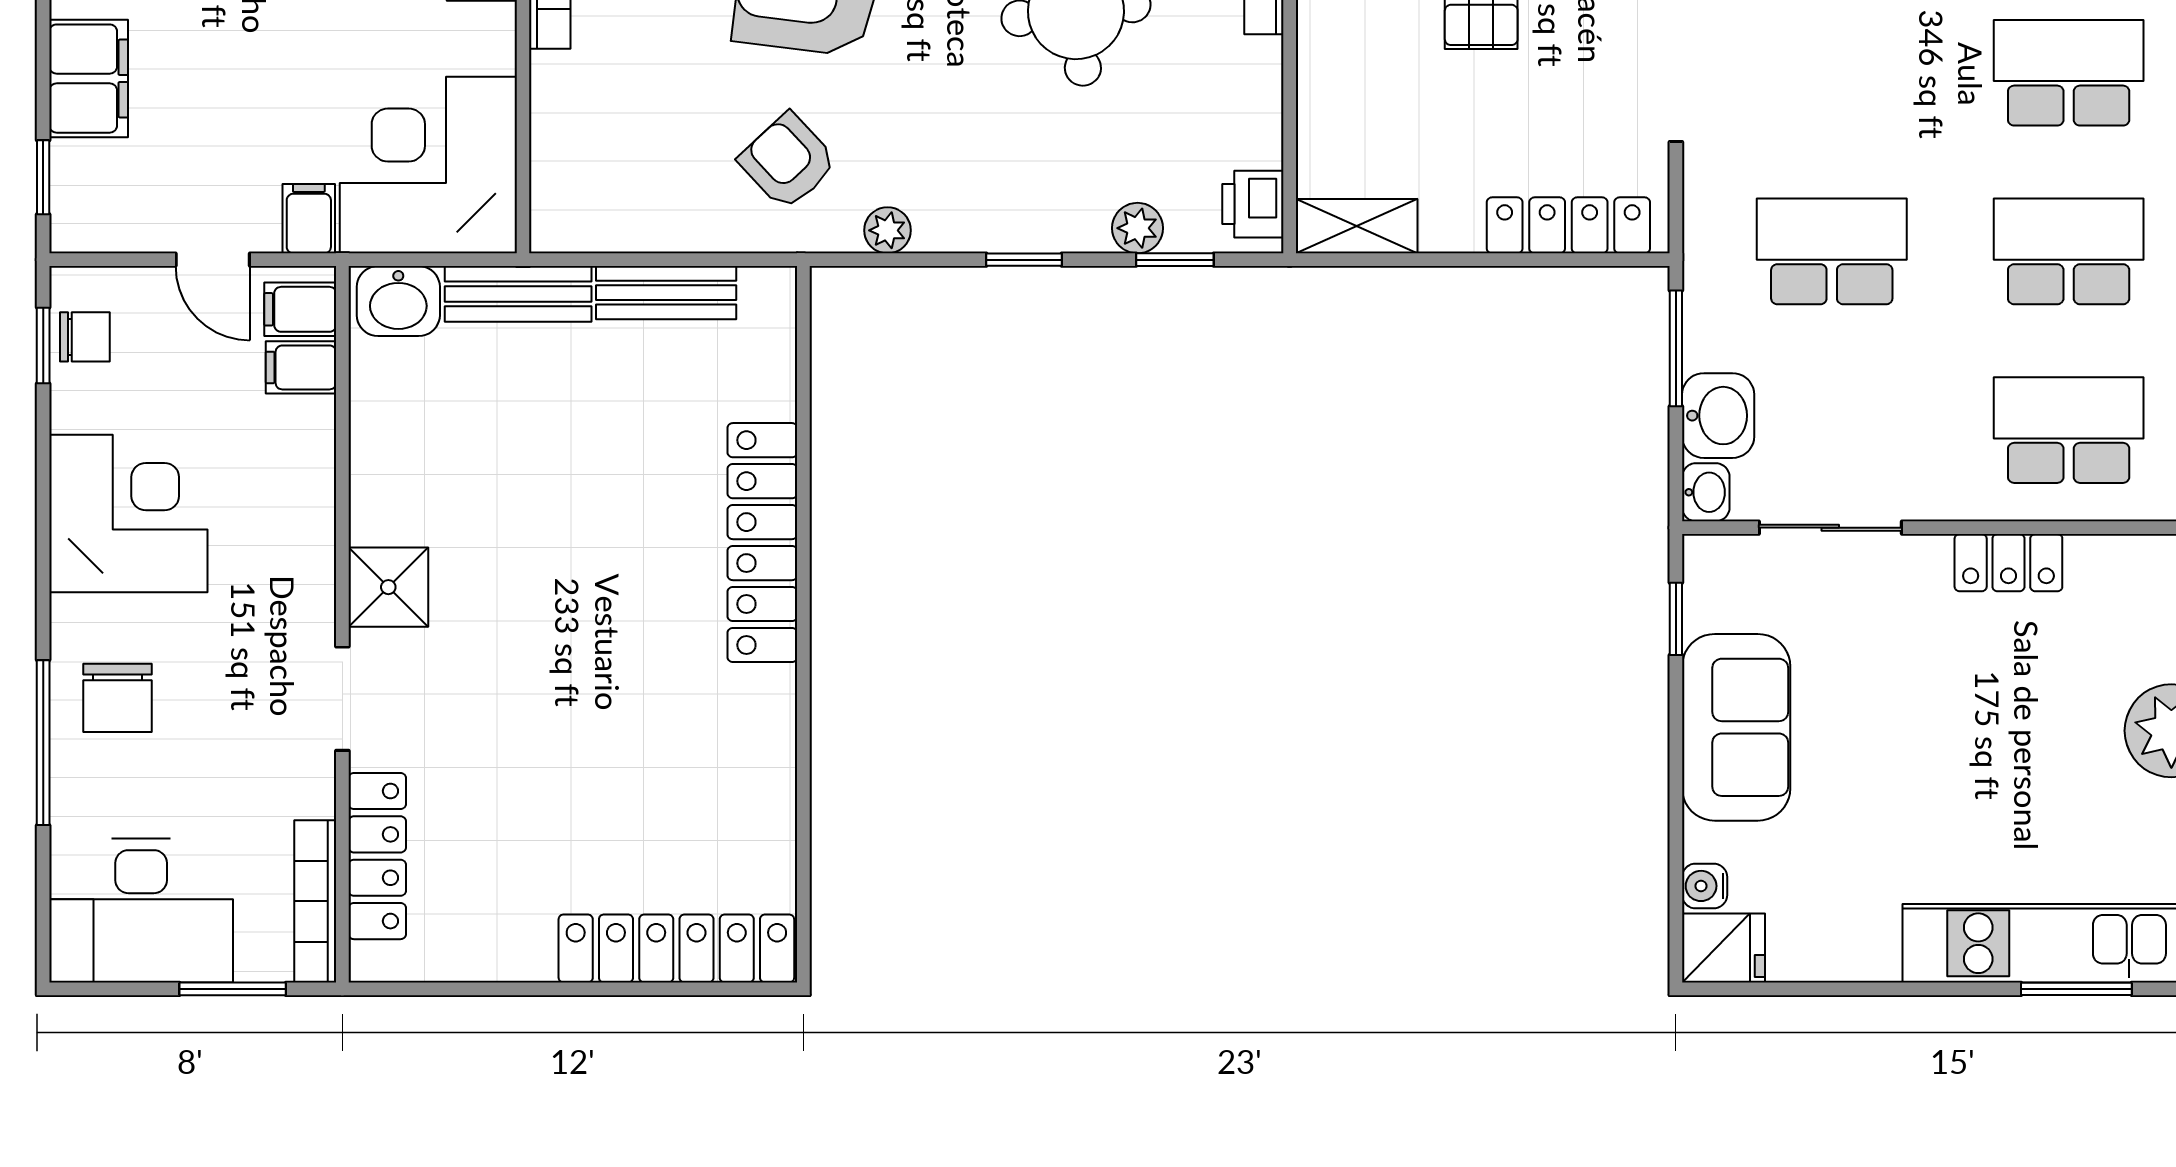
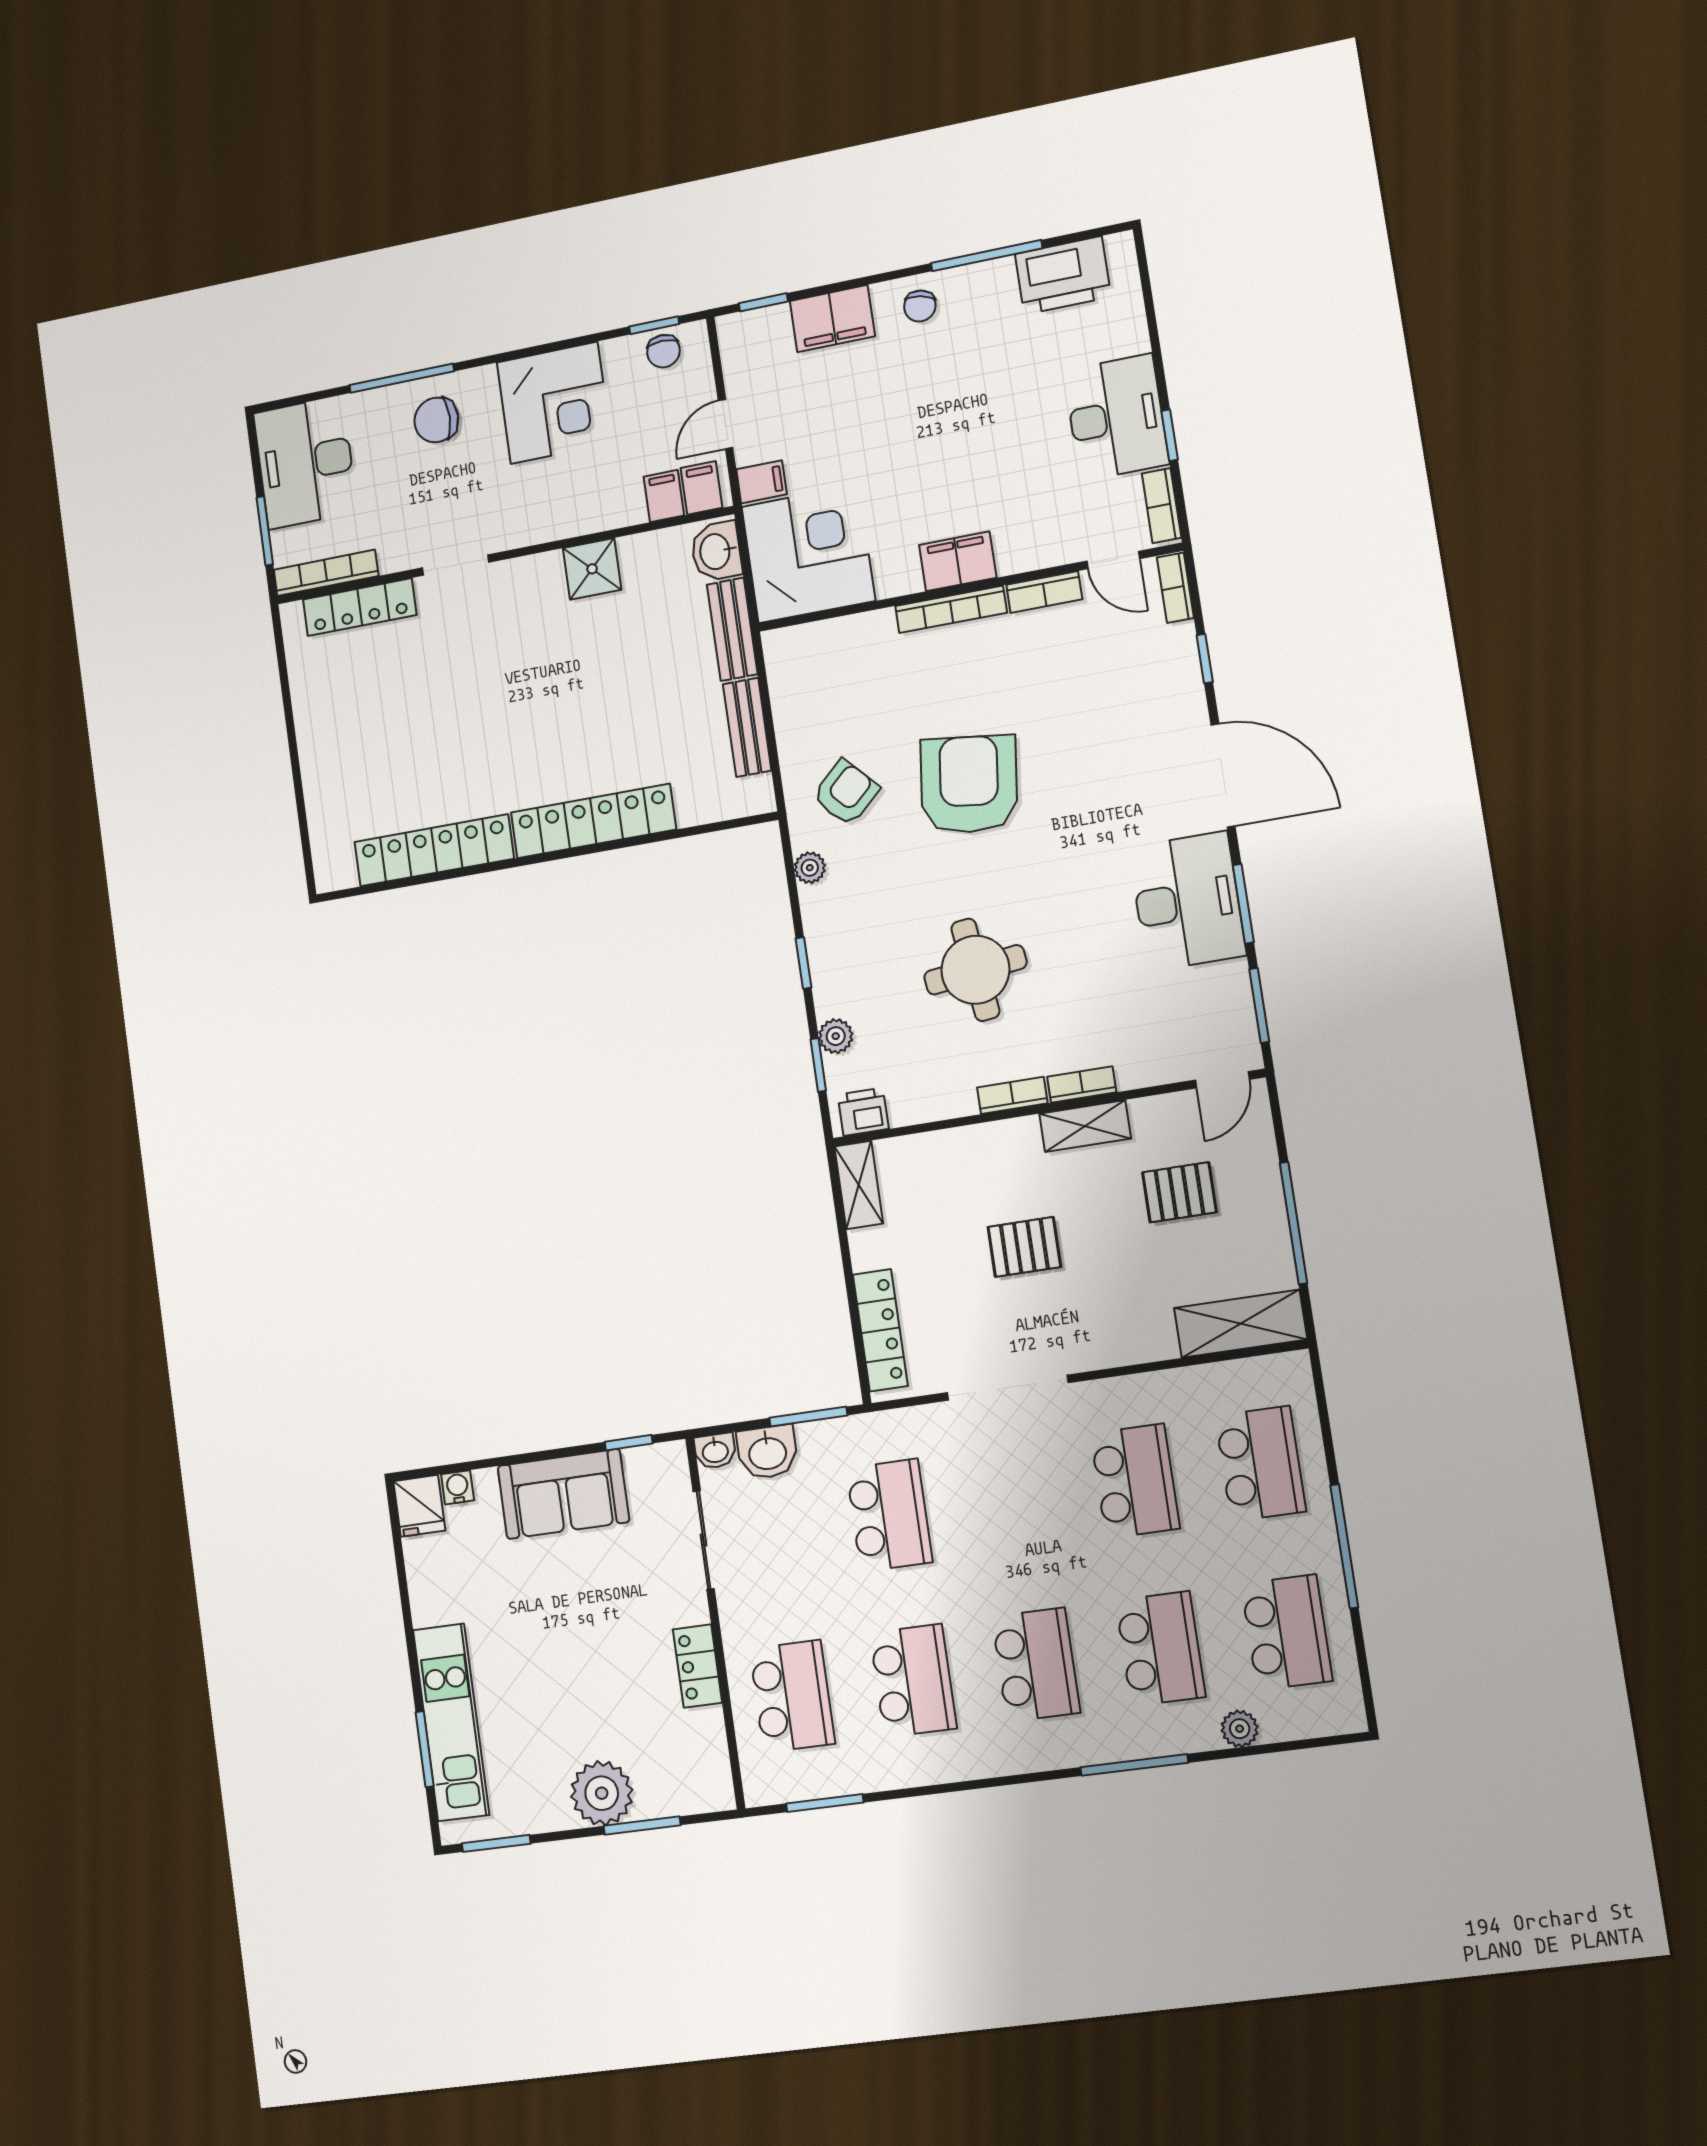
shower: (388, 587) -> (592, 569), moved
locker: (676, 948) -> (434, 850), moved, turned -90

